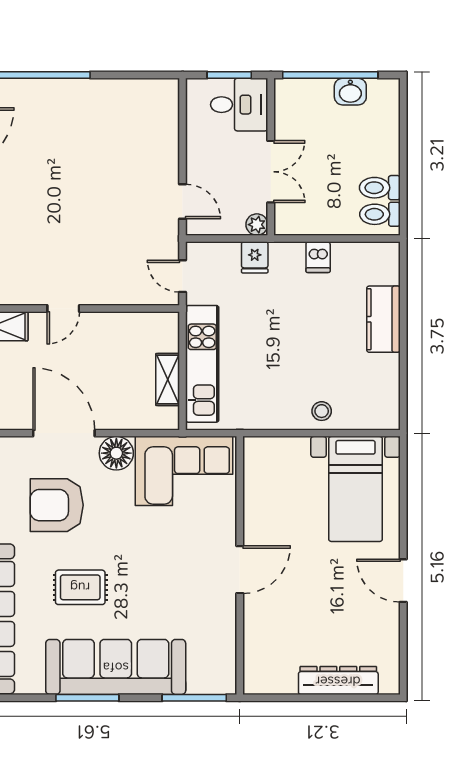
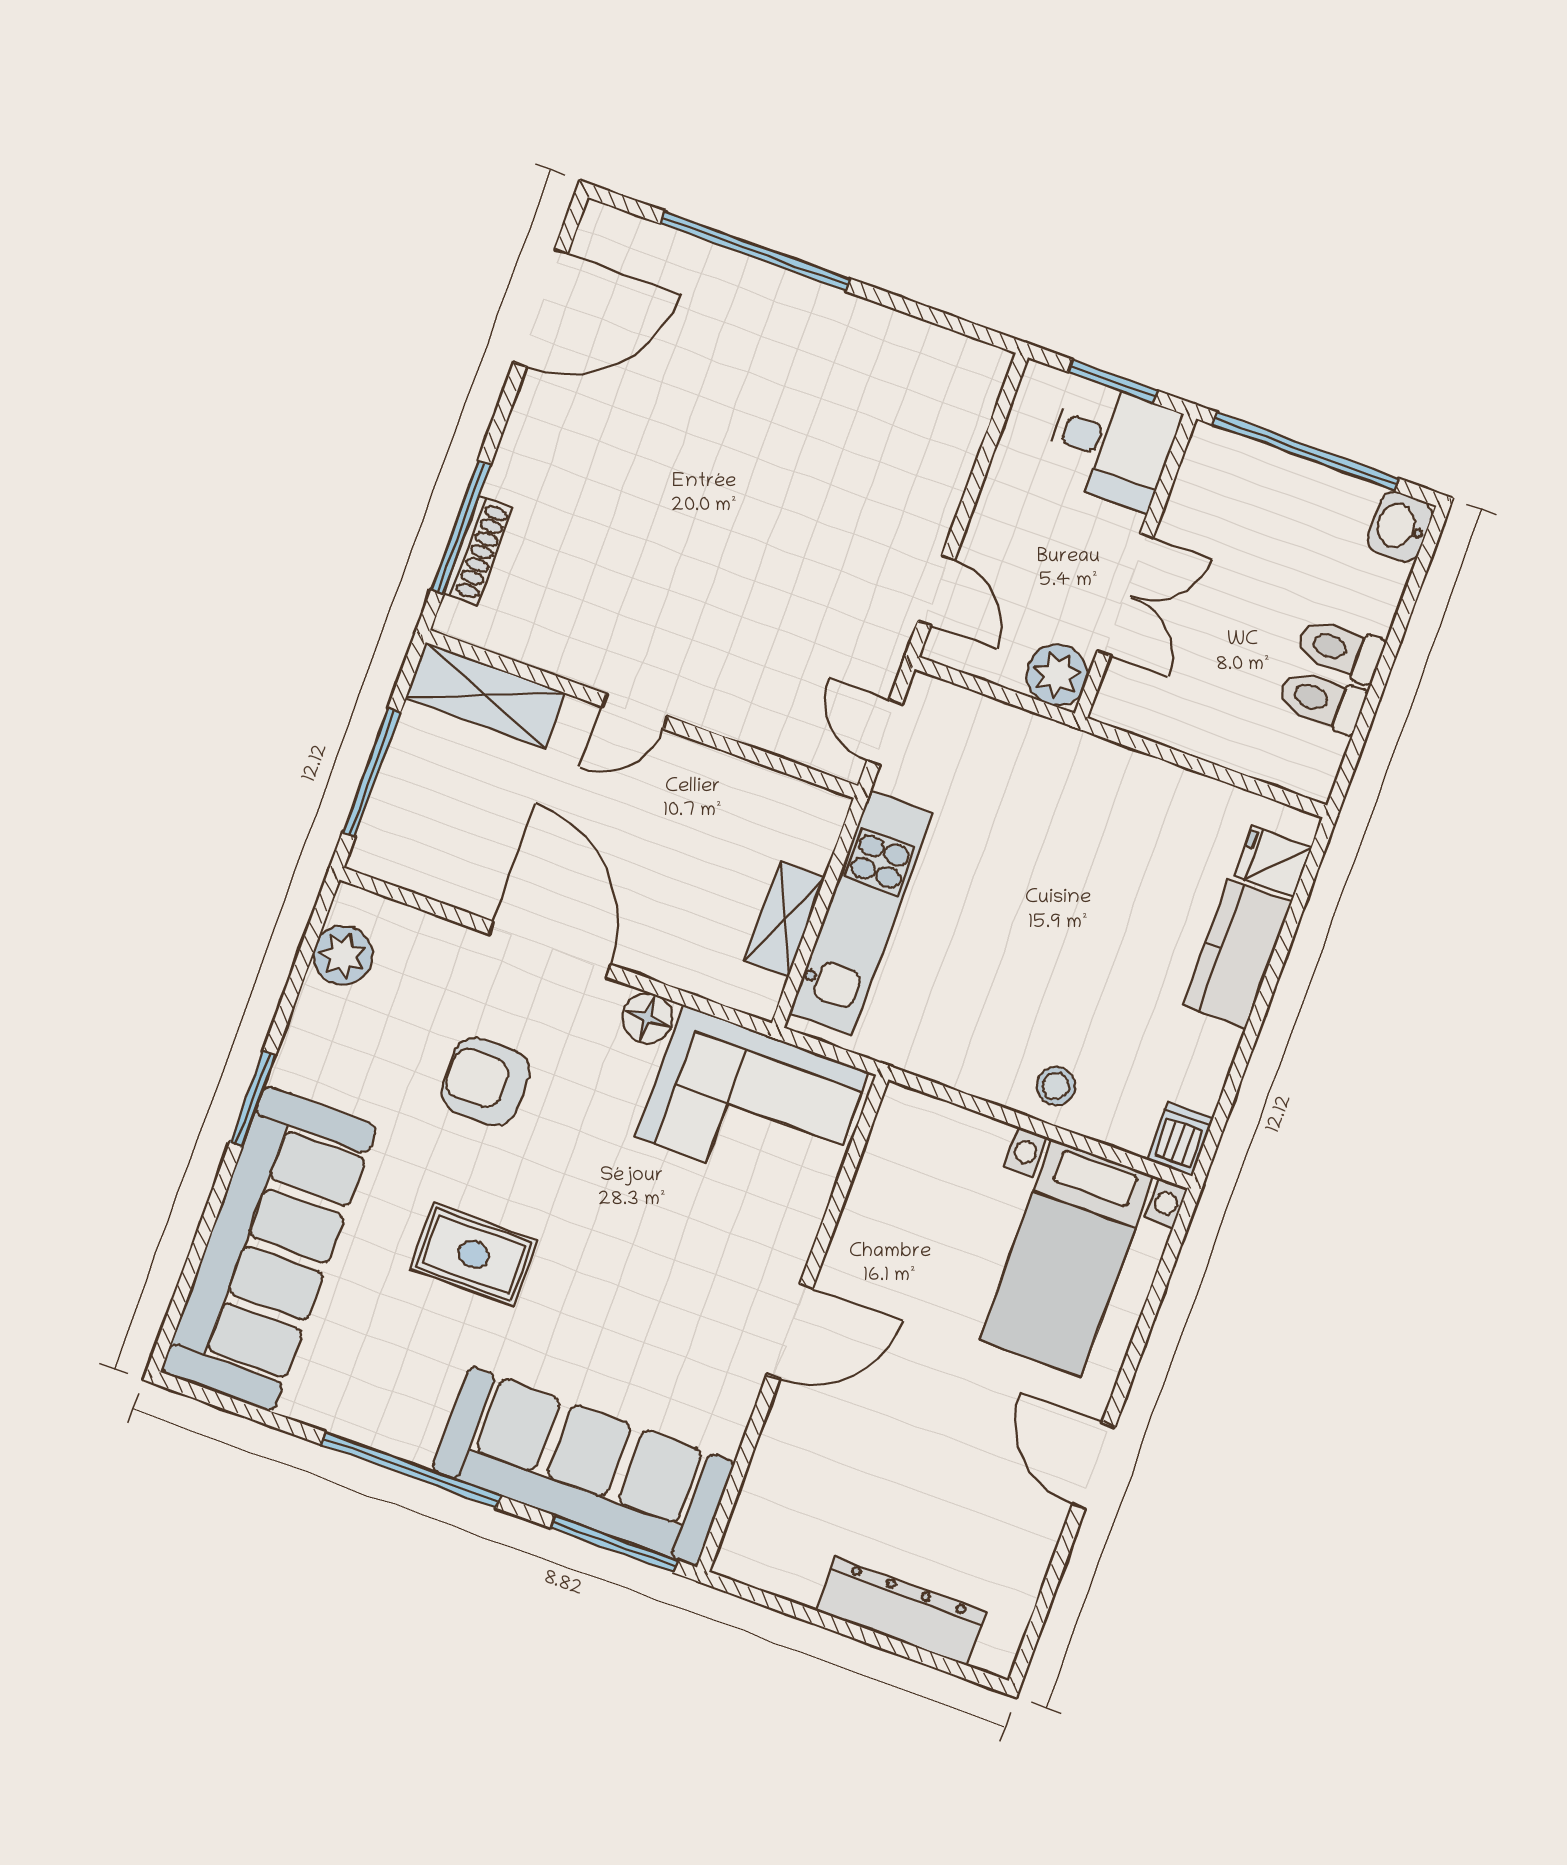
washbasin: (350, 92) -> (1400, 527), moved, turned 90
toilet: (380, 214) -> (1341, 650), moved
plant: (257, 225) -> (1057, 675), width x1.38, depth x1.38
fridge: (255, 257) -> (1273, 862), moved, turned 90
dishwasher: (318, 257) -> (1180, 1139), moved, turned 180
floor lamp: (116, 453) -> (647, 1018), width x0.73, depth x0.73
armchair: (57, 505) -> (486, 1081), width x0.73, depth x0.73
sofa: (116, 667) -> (583, 1466), moved
window: (87, 698) -> (411, 1470), width x1.46

